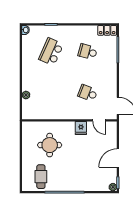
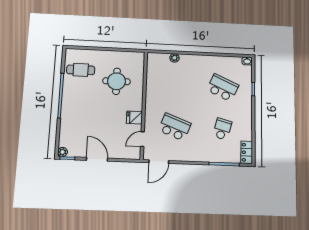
school desk: (88, 93) -> (175, 127), width x1.85

